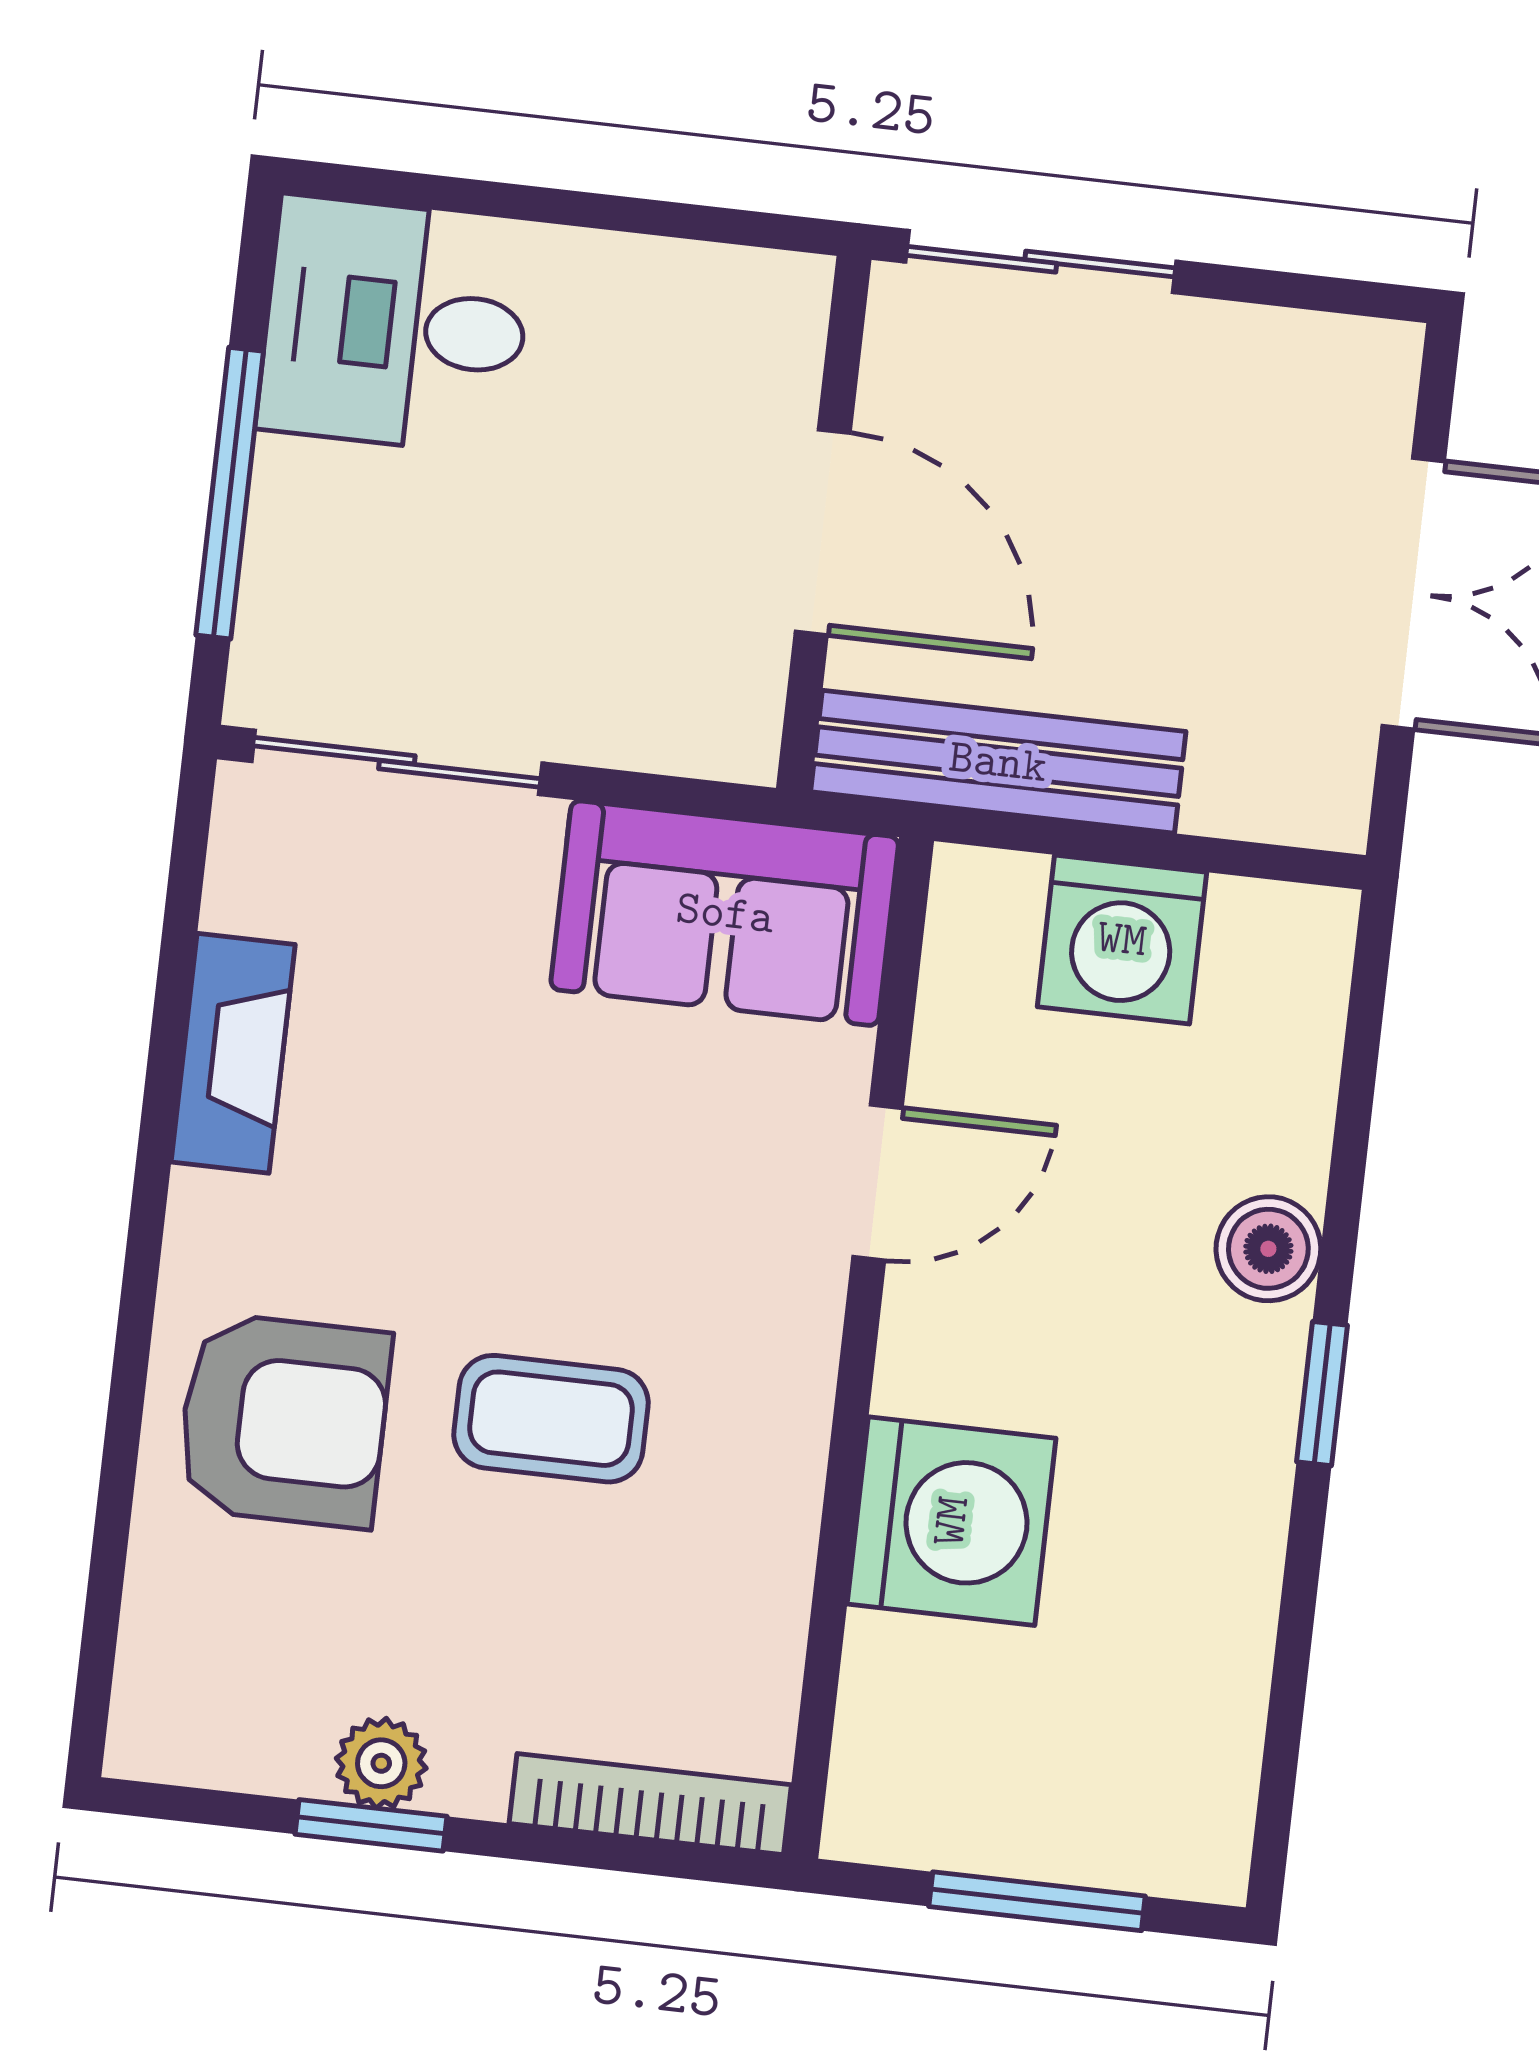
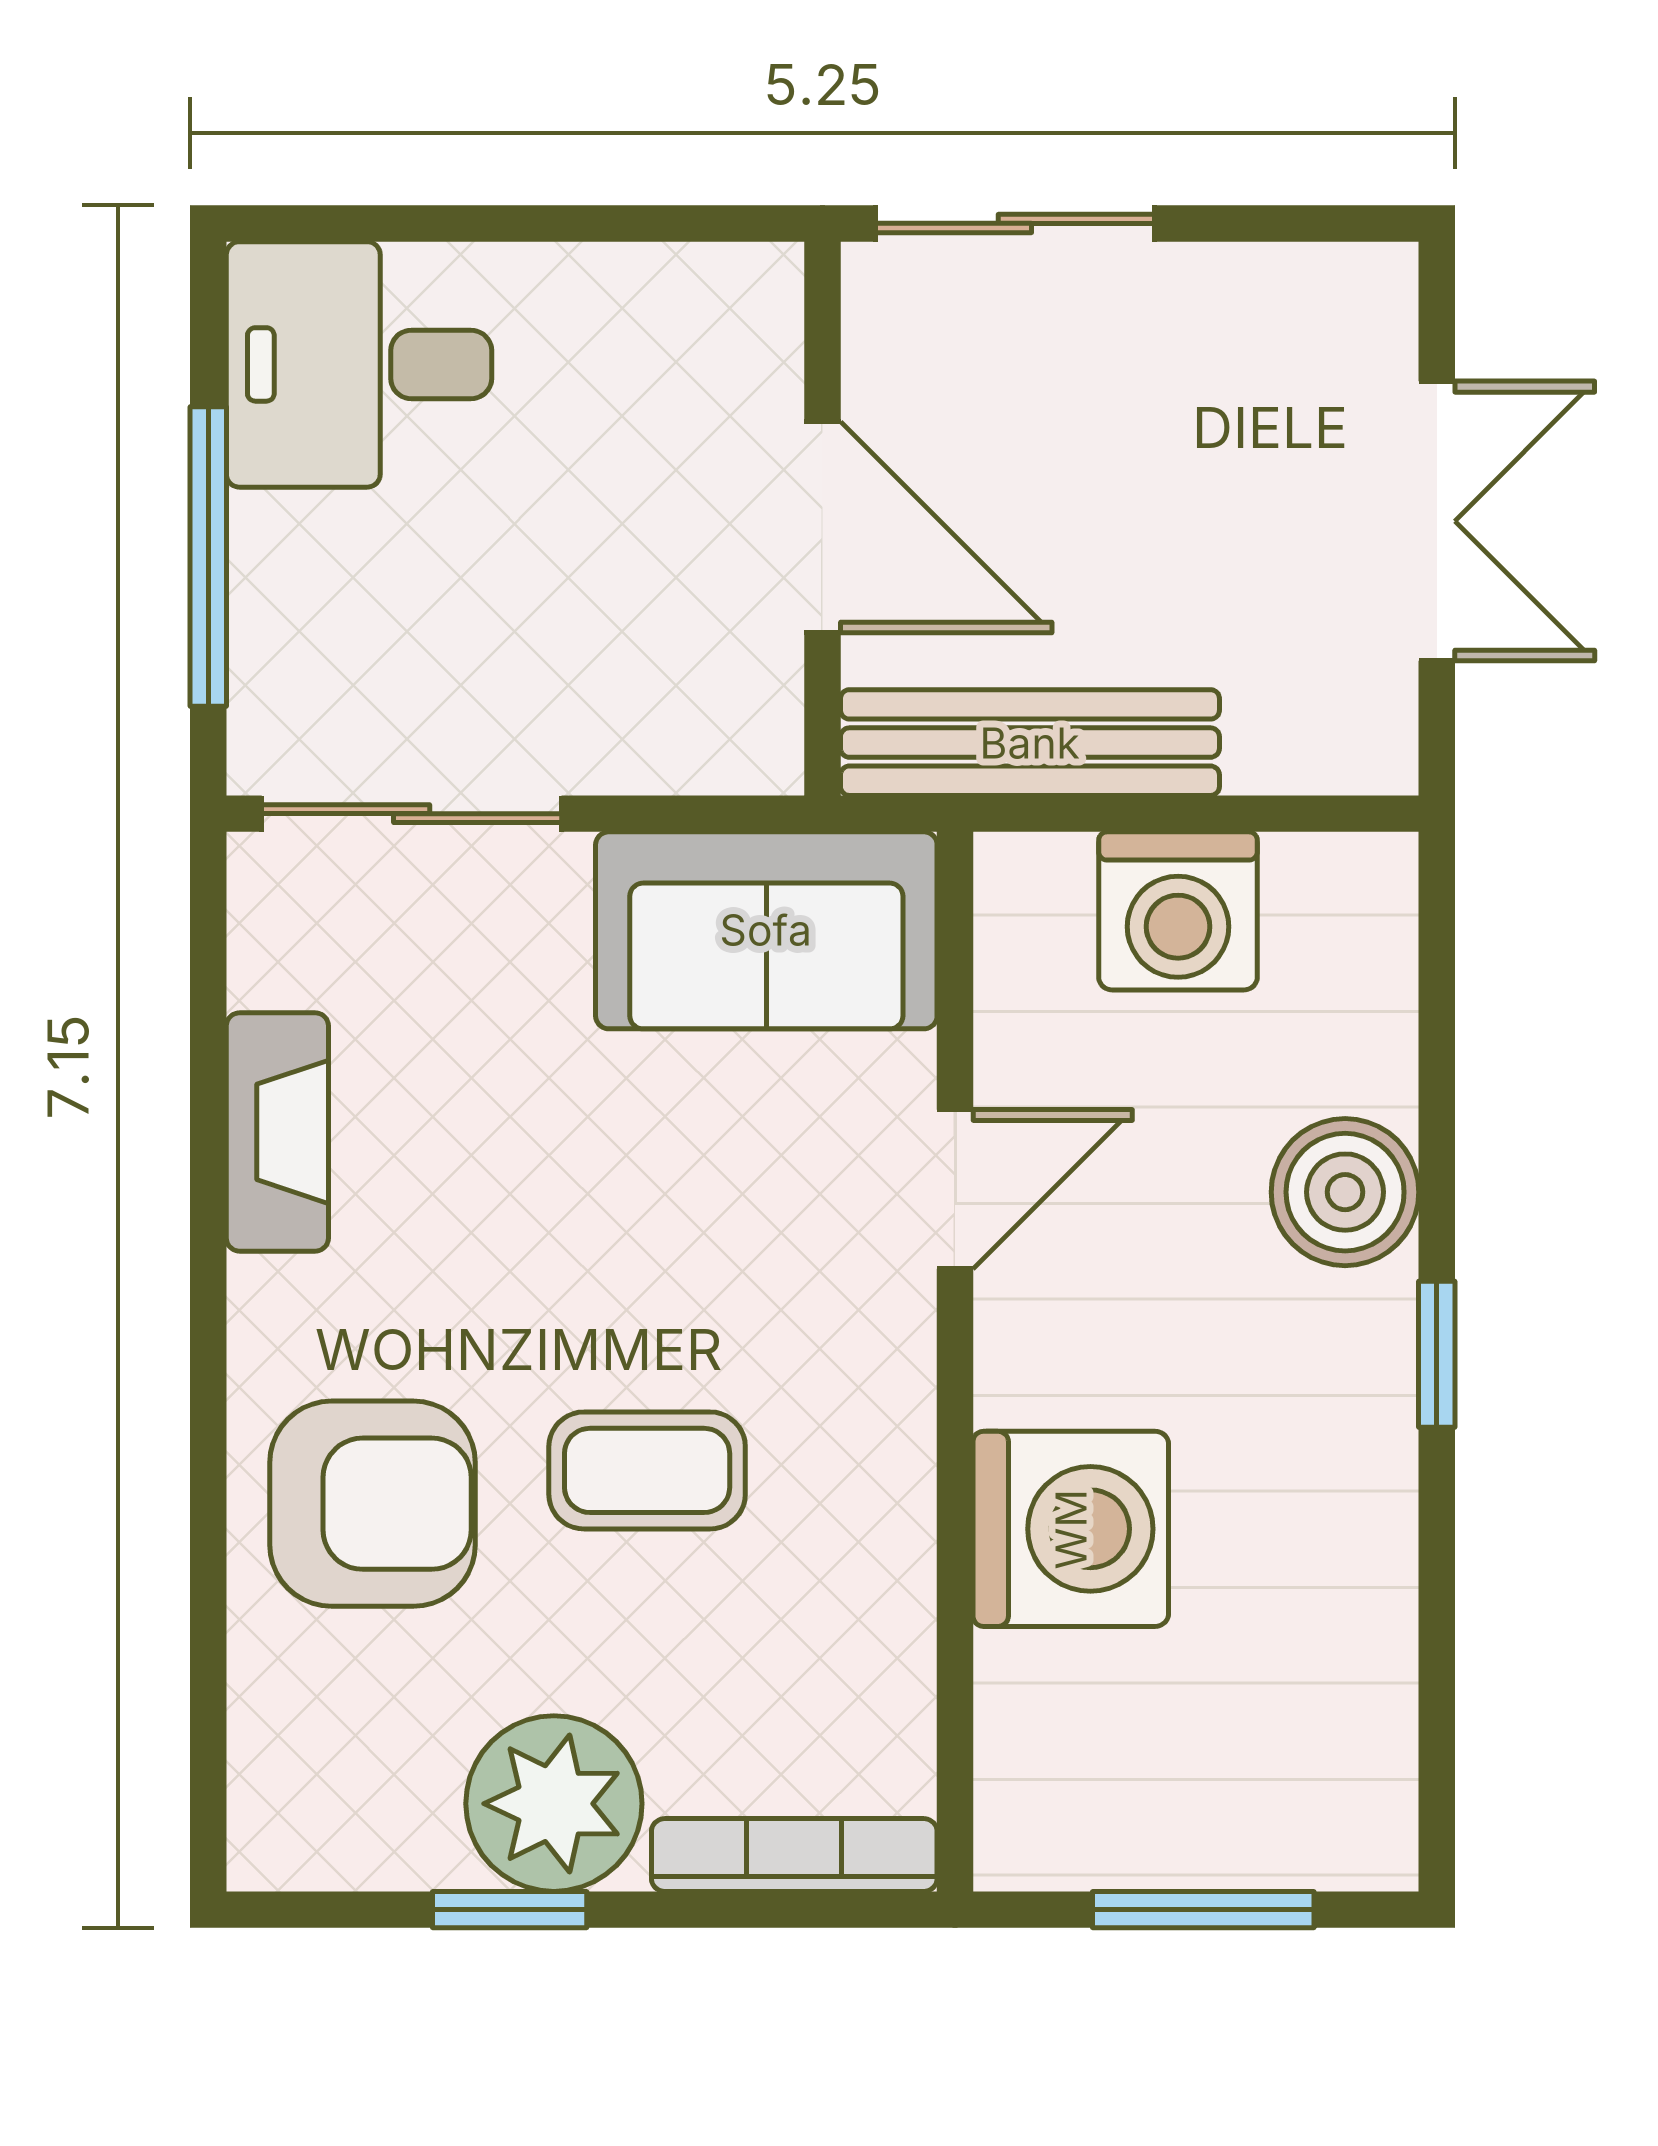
boiler: (1268, 1249) -> (1345, 1192), width x1.36, depth x1.36
plant: (381, 1763) -> (554, 1804), width x1.88, depth x1.88

